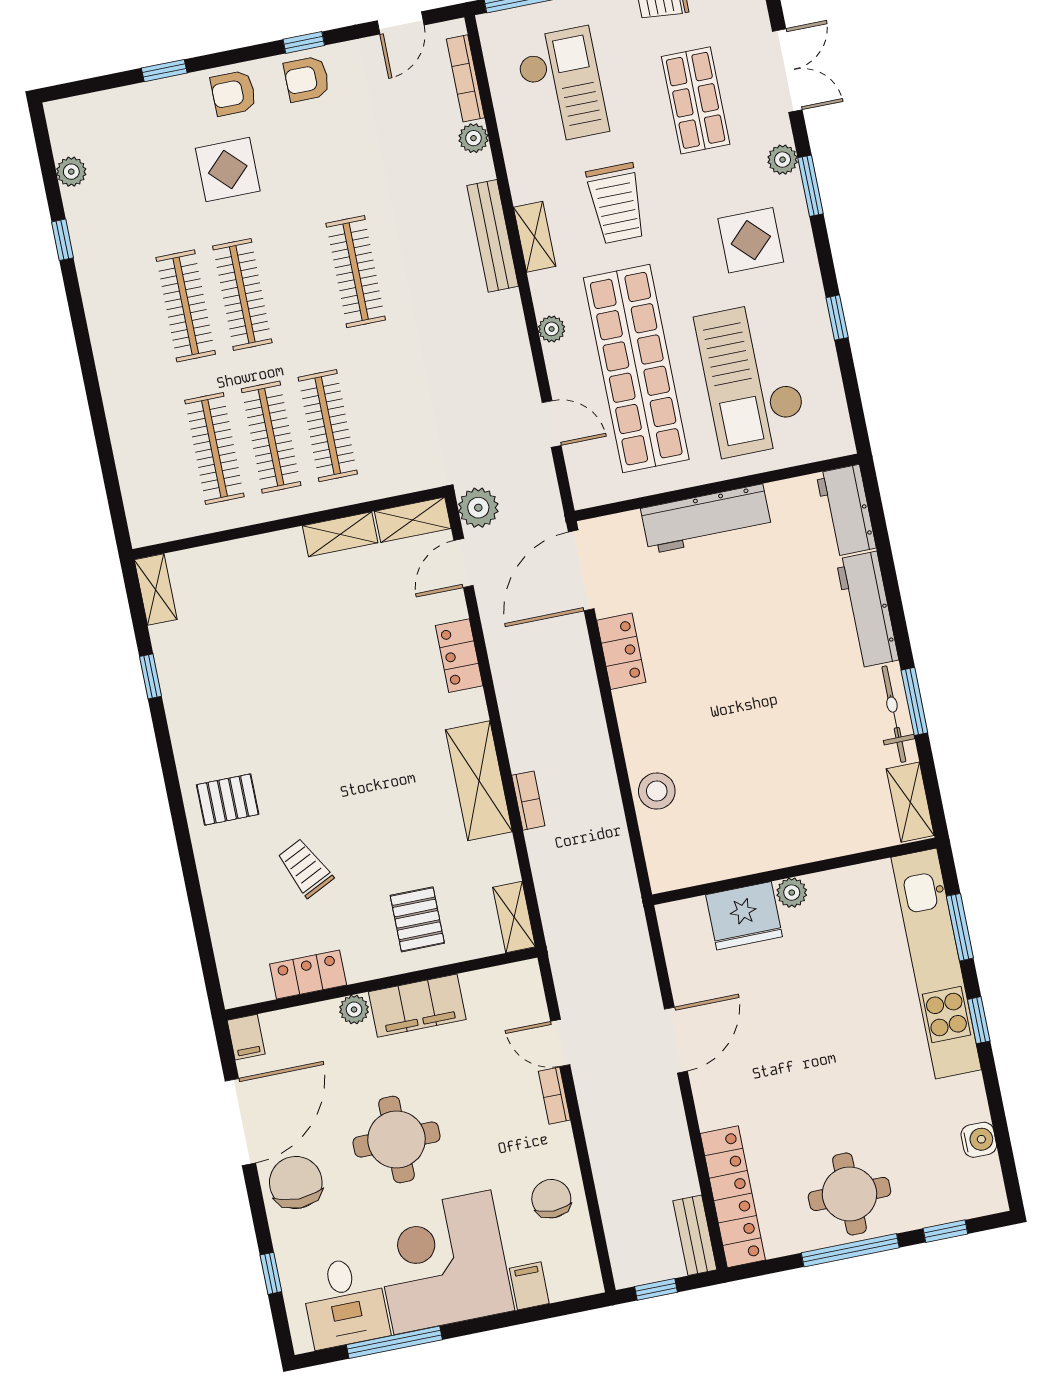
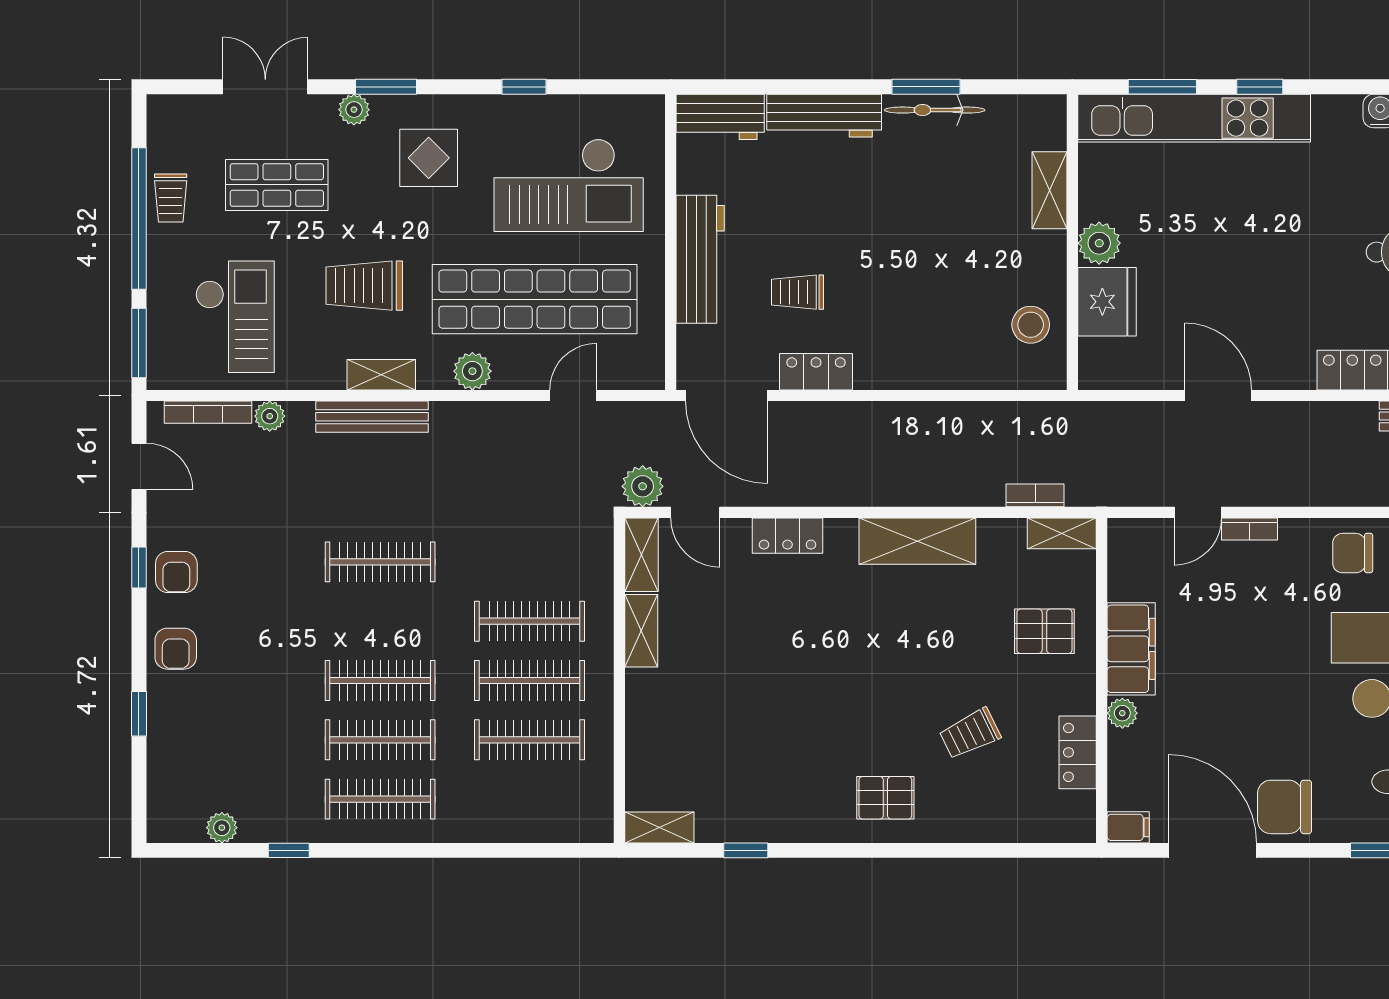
checkout: (562, 86) -> (235, 317), turned 90
display table: (228, 170) -> (251, 670), removed
trolley: (616, 203) -> (364, 286), turned 180
clothes rail: (129, 317) -> (380, 799), added
plant: (552, 329) -> (472, 371), width x1.38, depth x1.38
trolley: (694, 618) -> (797, 292), added
stool: (657, 791) -> (1031, 325), moved
pallet: (228, 800) -> (885, 798), turned 90
bookcase: (528, 801) -> (1035, 495), moved
shelving: (910, 802) -> (1050, 190), moved, turned 90
plant: (792, 893) -> (1099, 243), width x1.38, depth x1.38
round table: (396, 1139) -> (1262, 697), removed

